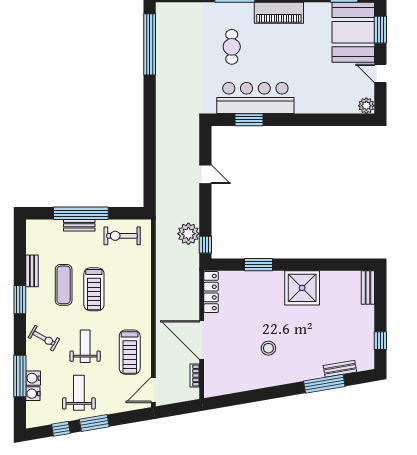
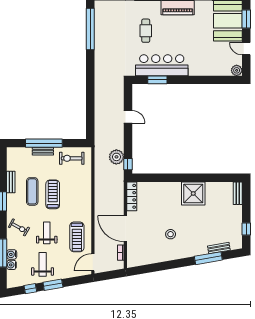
window: (259, 265) -> (164, 178), removed
treadmill: (94, 289) -> (53, 194), turned 180

